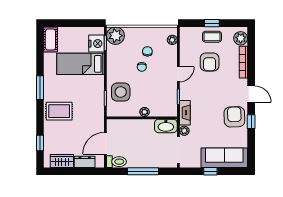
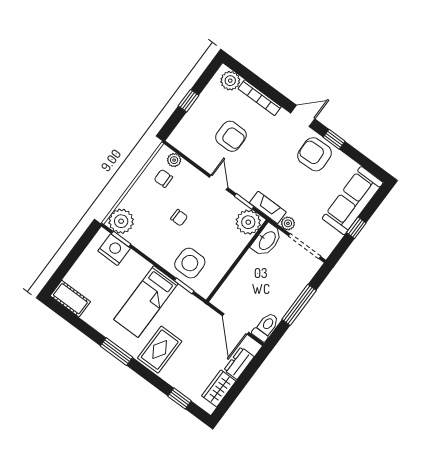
coffee table: (212, 37) -> (204, 112), removed
chair: (147, 51) -> (163, 178), moved
bed: (81, 64) -> (146, 302), moved
plant: (144, 112) -> (248, 222), moved, width x1.88, depth x1.88

